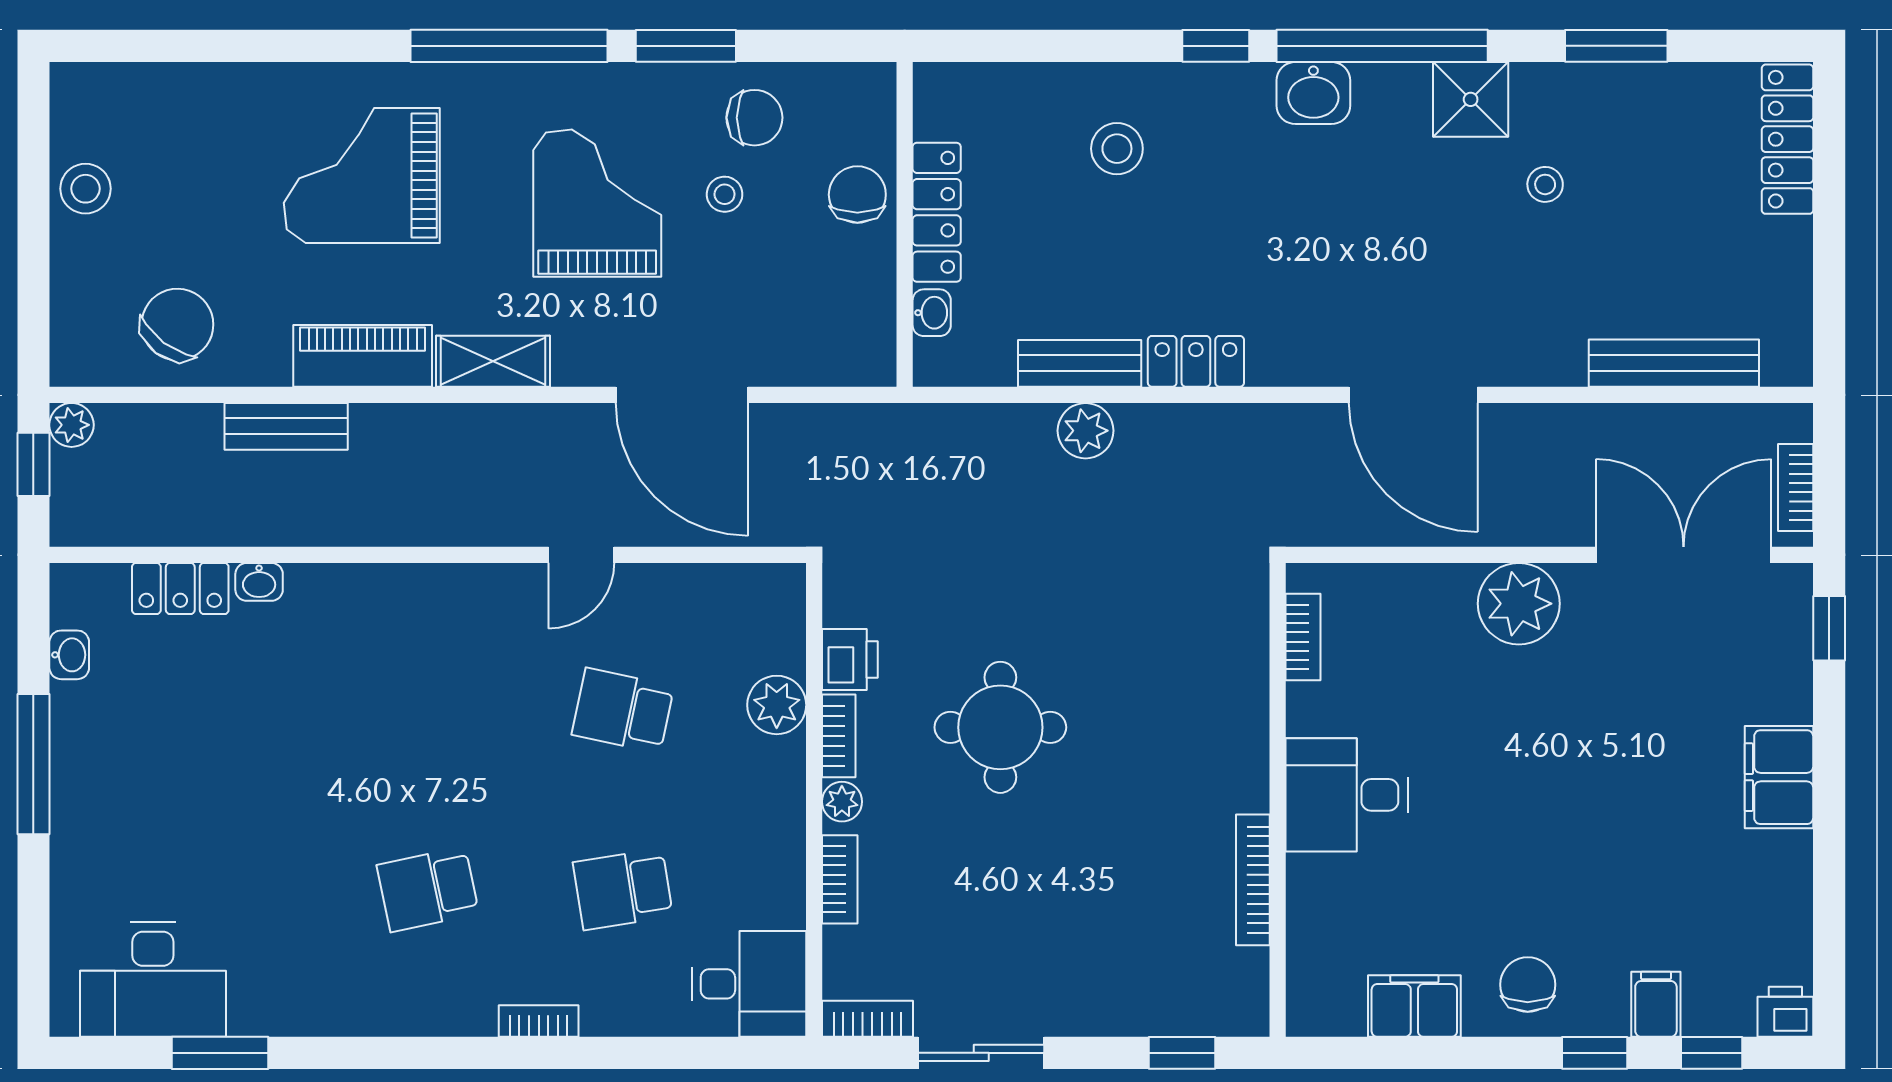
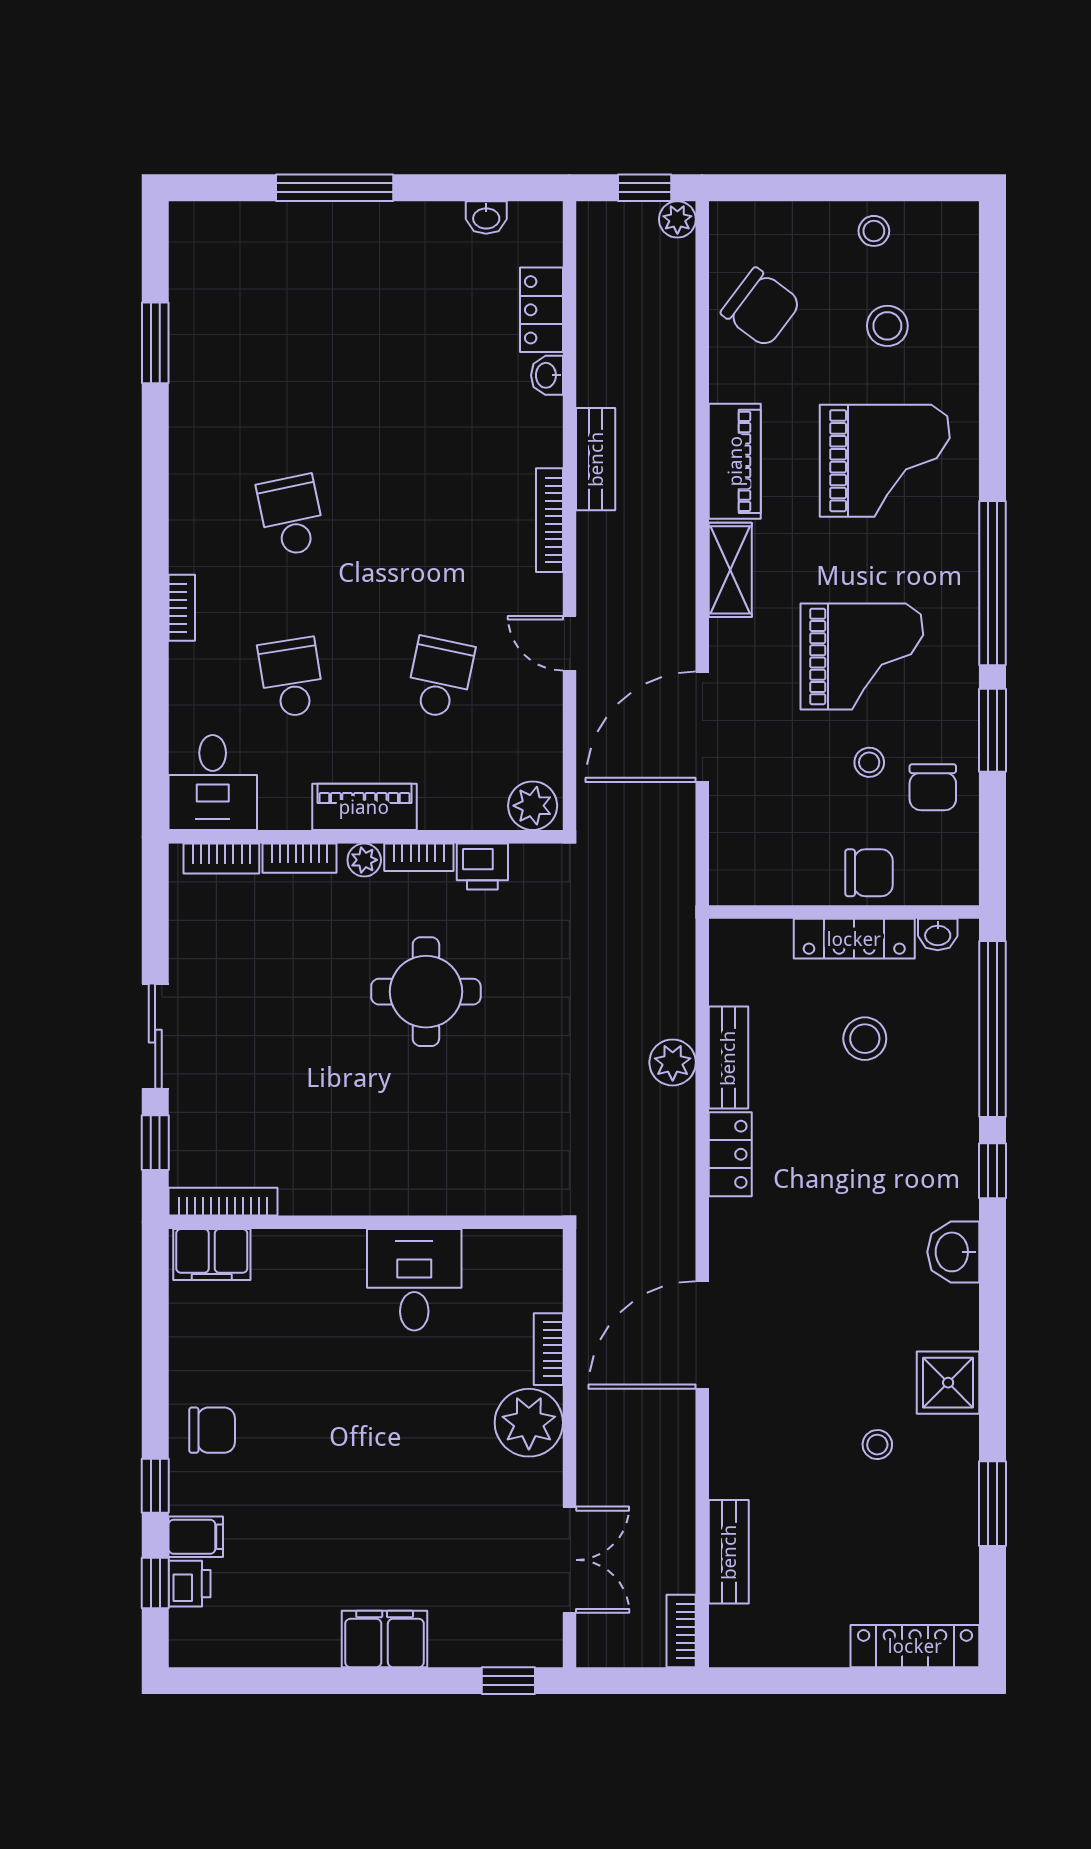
window: (1382, 46) -> (993, 1029), moved
stool: (1117, 149) -> (865, 1039), moved
stool: (200, 172) -> (887, 326), added
grand piano: (362, 176) -> (885, 461), turned 90
stool: (85, 189) -> (874, 231), width x0.73, depth x0.73
washbasin: (932, 313) -> (938, 935), moved
bench: (1674, 363) -> (729, 1552), width x0.73
bench: (286, 426) -> (596, 459), moved
bookcase: (1796, 488) -> (681, 1631), moved, turned -90
double door: (1684, 555) -> (569, 1560), width x0.73
bookcase: (433, 579) -> (549, 520), added
bookcase: (1303, 637) -> (548, 1349), moved, turned 90
plant: (777, 705) -> (533, 806), moved
window: (33, 764) -> (335, 188), moved
desk: (1347, 795) -> (414, 1280), moved
piano: (778, 801) -> (364, 807), added
bookcase: (1253, 880) -> (223, 1202), moved
desk: (153, 980) -> (216, 287), removed
filing cabinet: (1414, 1006) -> (212, 1254), moved, turned 90
printer: (1785, 1012) -> (189, 1584), moved
bookcase: (867, 1019) -> (221, 859), moved, turned 90
sliding door: (981, 1053) -> (155, 1036), moved

